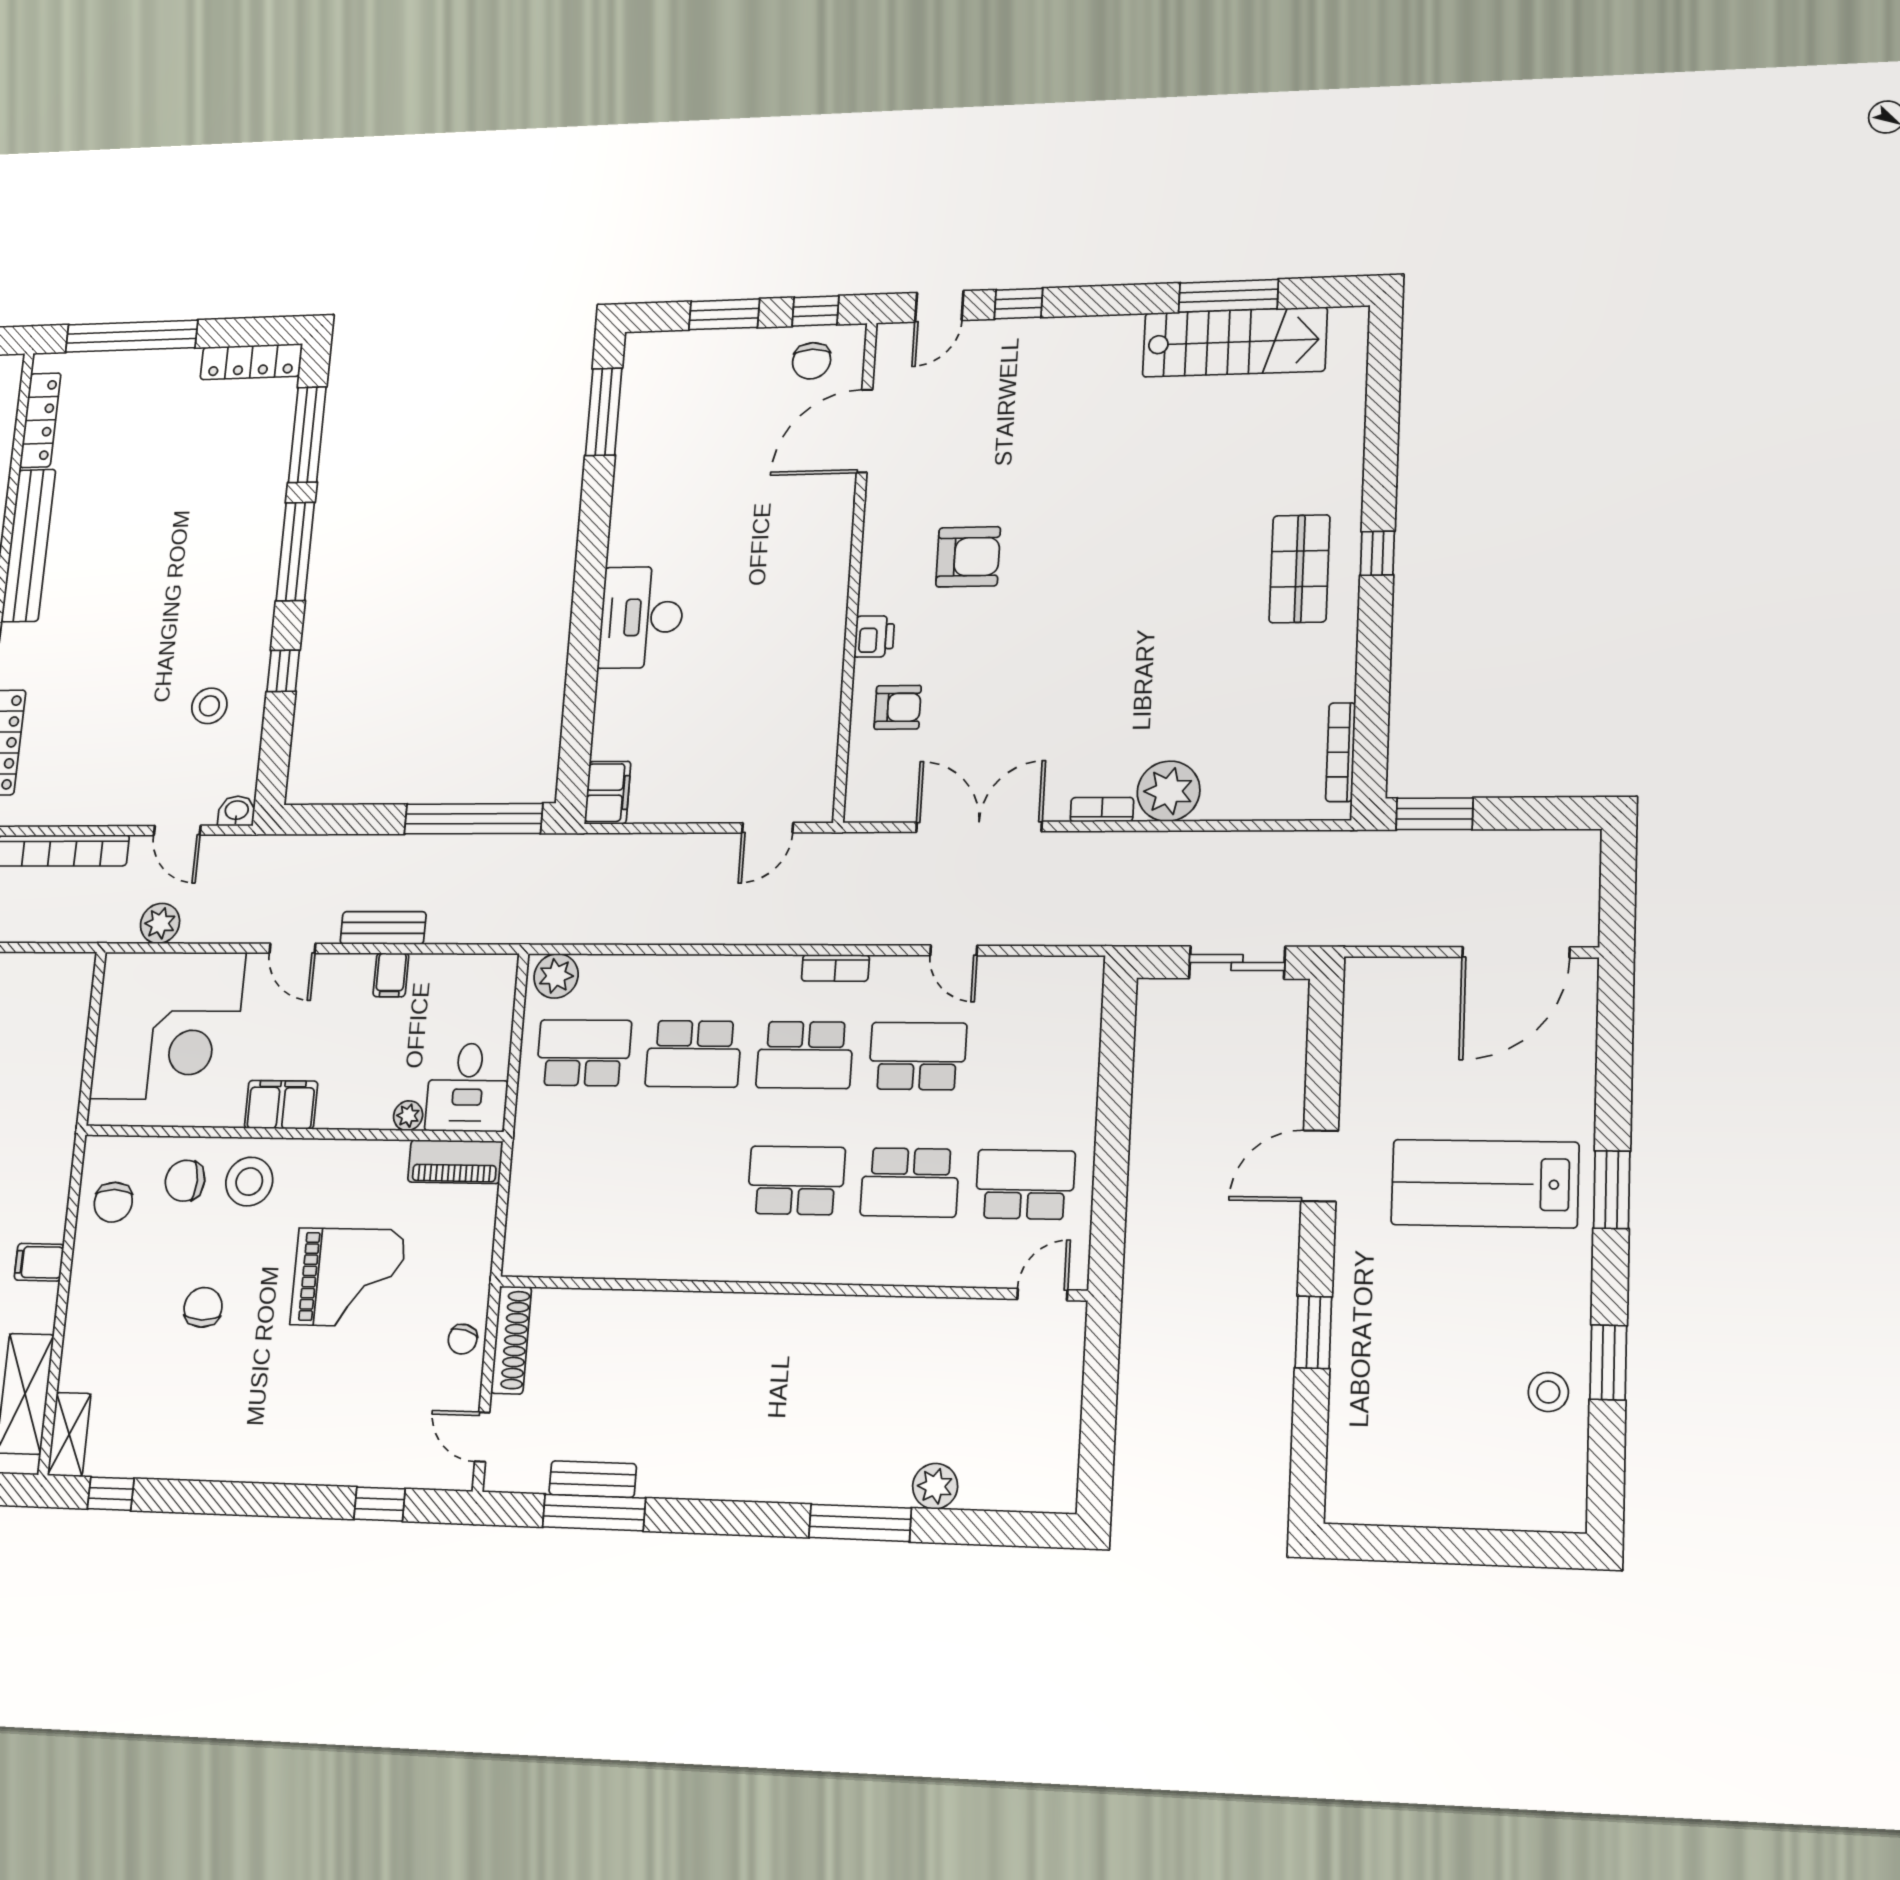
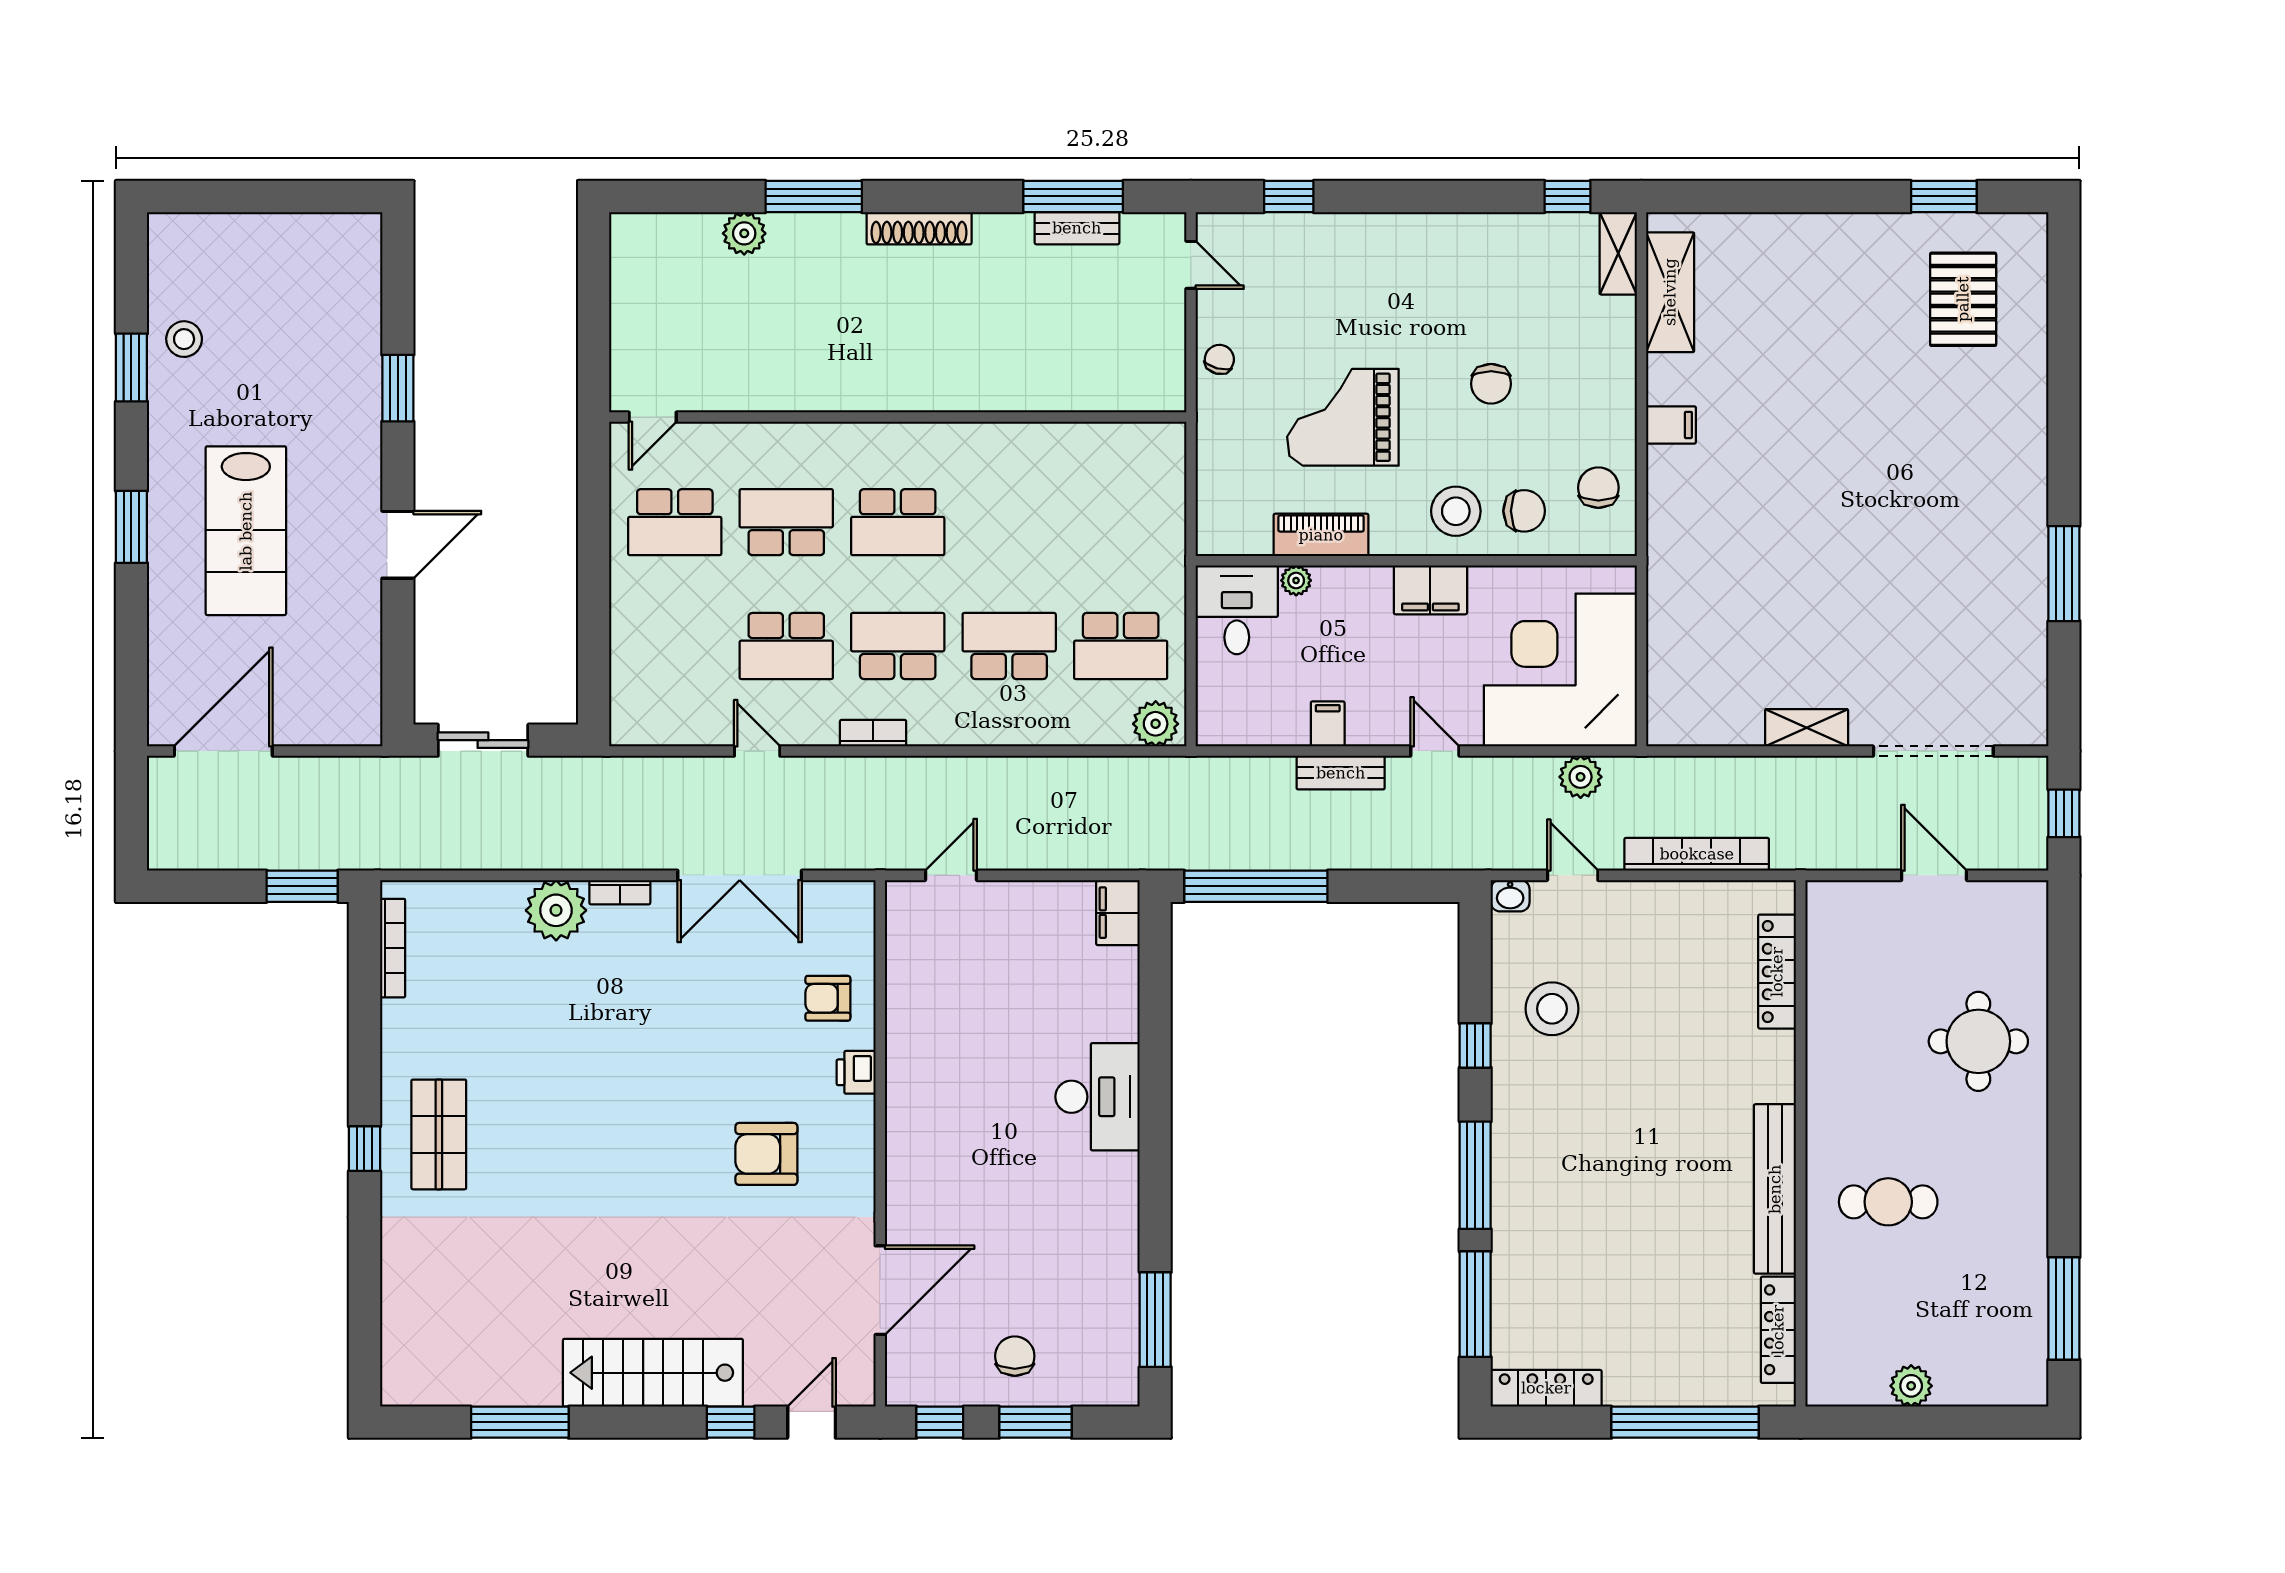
stairs: (1235, 342) -> (653, 1373), moved
chair: (812, 361) -> (1015, 1356), moved
stool: (209, 706) -> (1552, 1009), width x1.38, depth x1.38
piano: (455, 1162) -> (1321, 535), moved
lab bench: (1485, 1184) -> (246, 531), turned 90
shoe rack: (511, 1340) -> (919, 228), moved, turned -90

